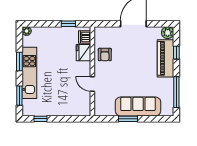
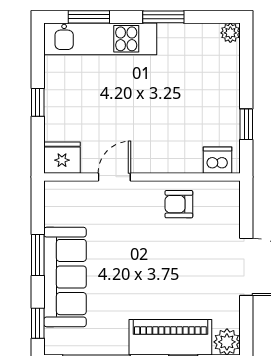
fridge: (84, 53) -> (62, 158), moved
kitchen unit: (29, 73) -> (100, 39), moved
window: (40, 119) -> (38, 102), moved
window: (159, 119) -> (38, 323), added

